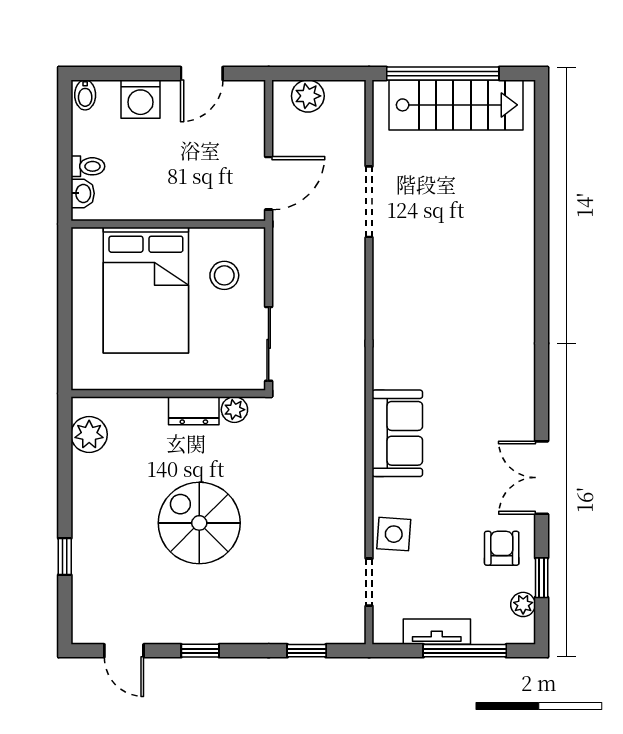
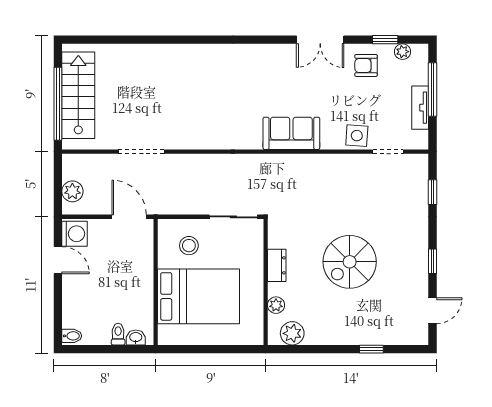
washing machine: (140, 99) -> (74, 234), moved
plant: (234, 410) -> (276, 305), moved

